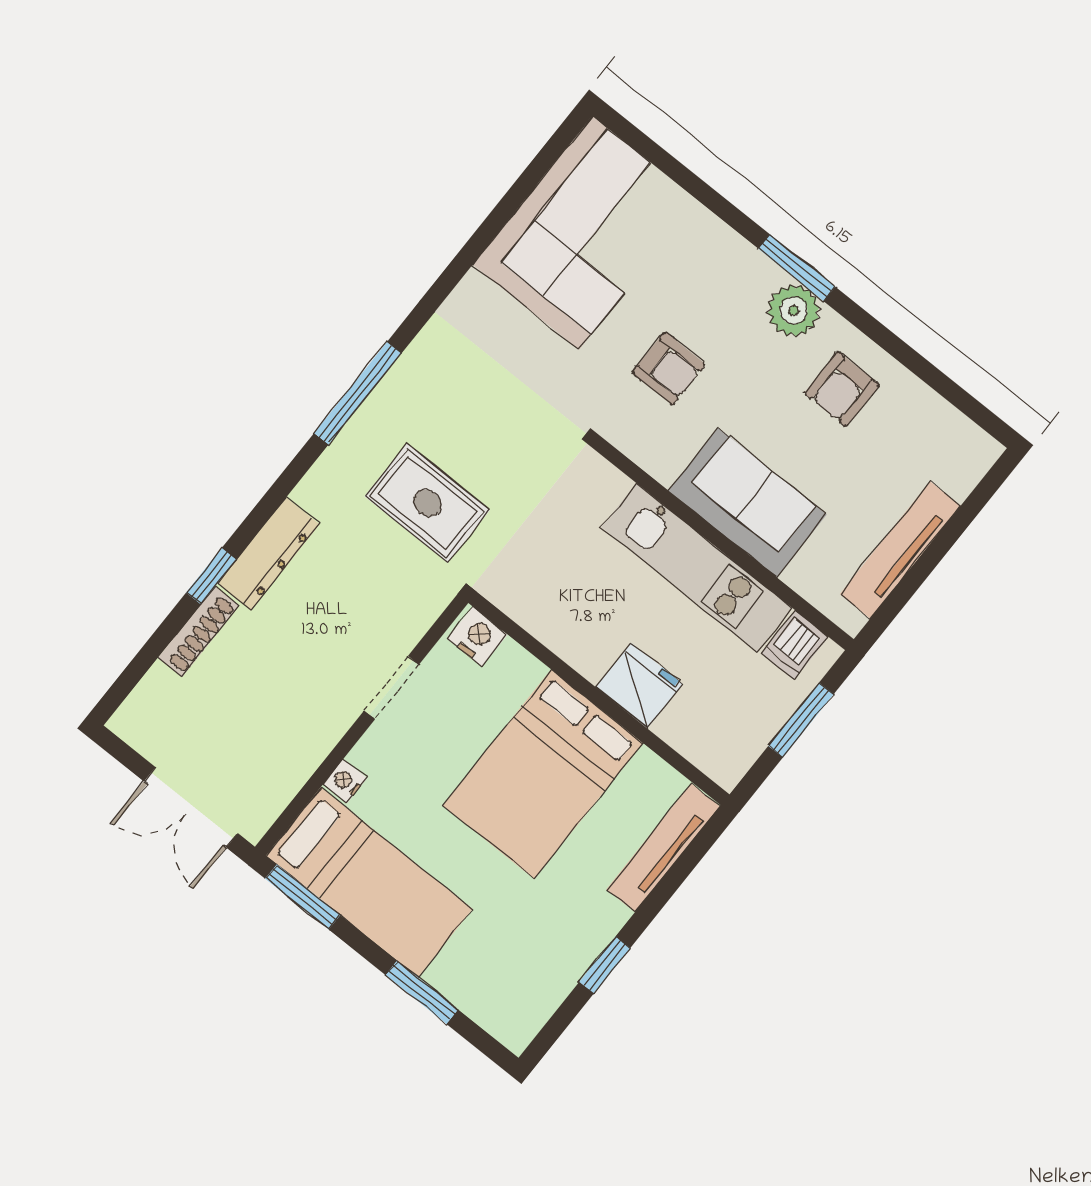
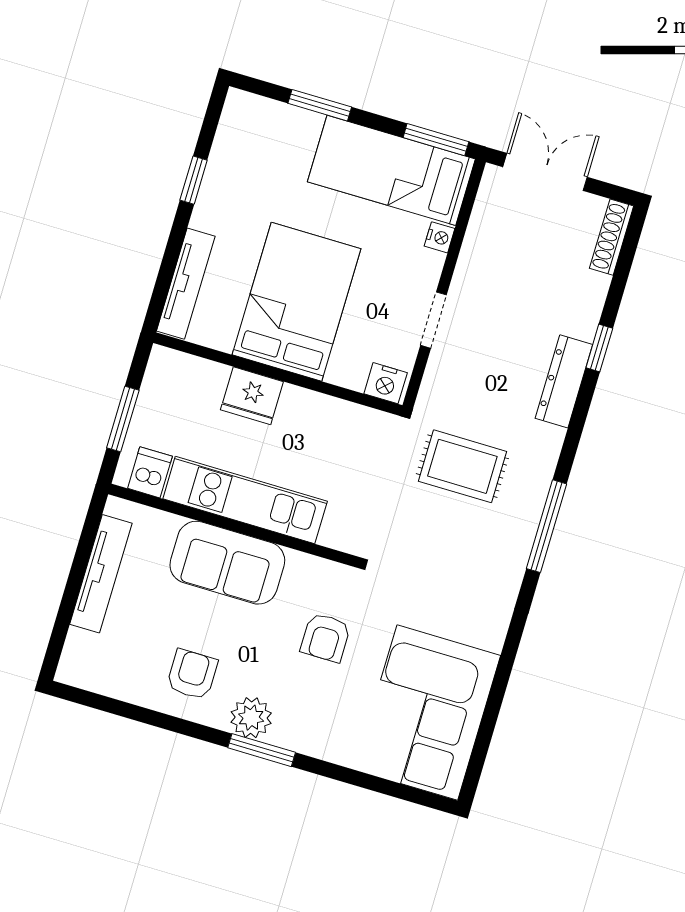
armchair: (669, 369) -> (325, 638), turned -90
shoe rack: (199, 632) -> (612, 237), moved

